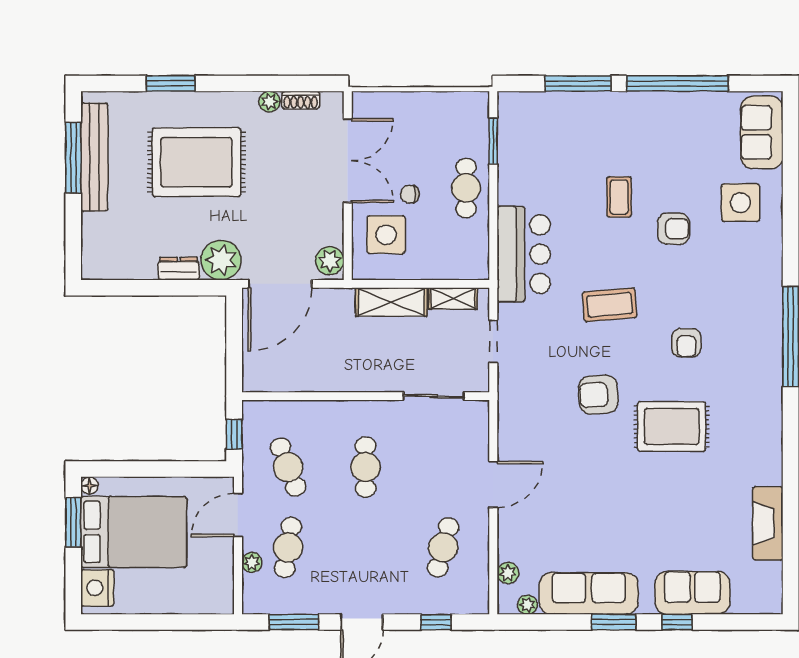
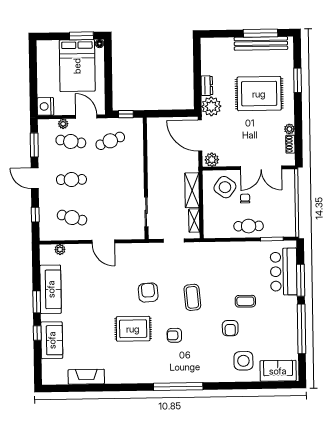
rug: (196, 162) -> (259, 94), turned 90
side table: (386, 235) -> (225, 187), turned 36
bar counter: (524, 254) -> (284, 272), moved, turned 90
rug: (672, 426) -> (133, 329), turned 90
cafe table: (366, 467) -> (71, 180), moved
nightstand: (97, 588) -> (45, 106), moved, turned -90
plant: (527, 605) -> (45, 259), removed

